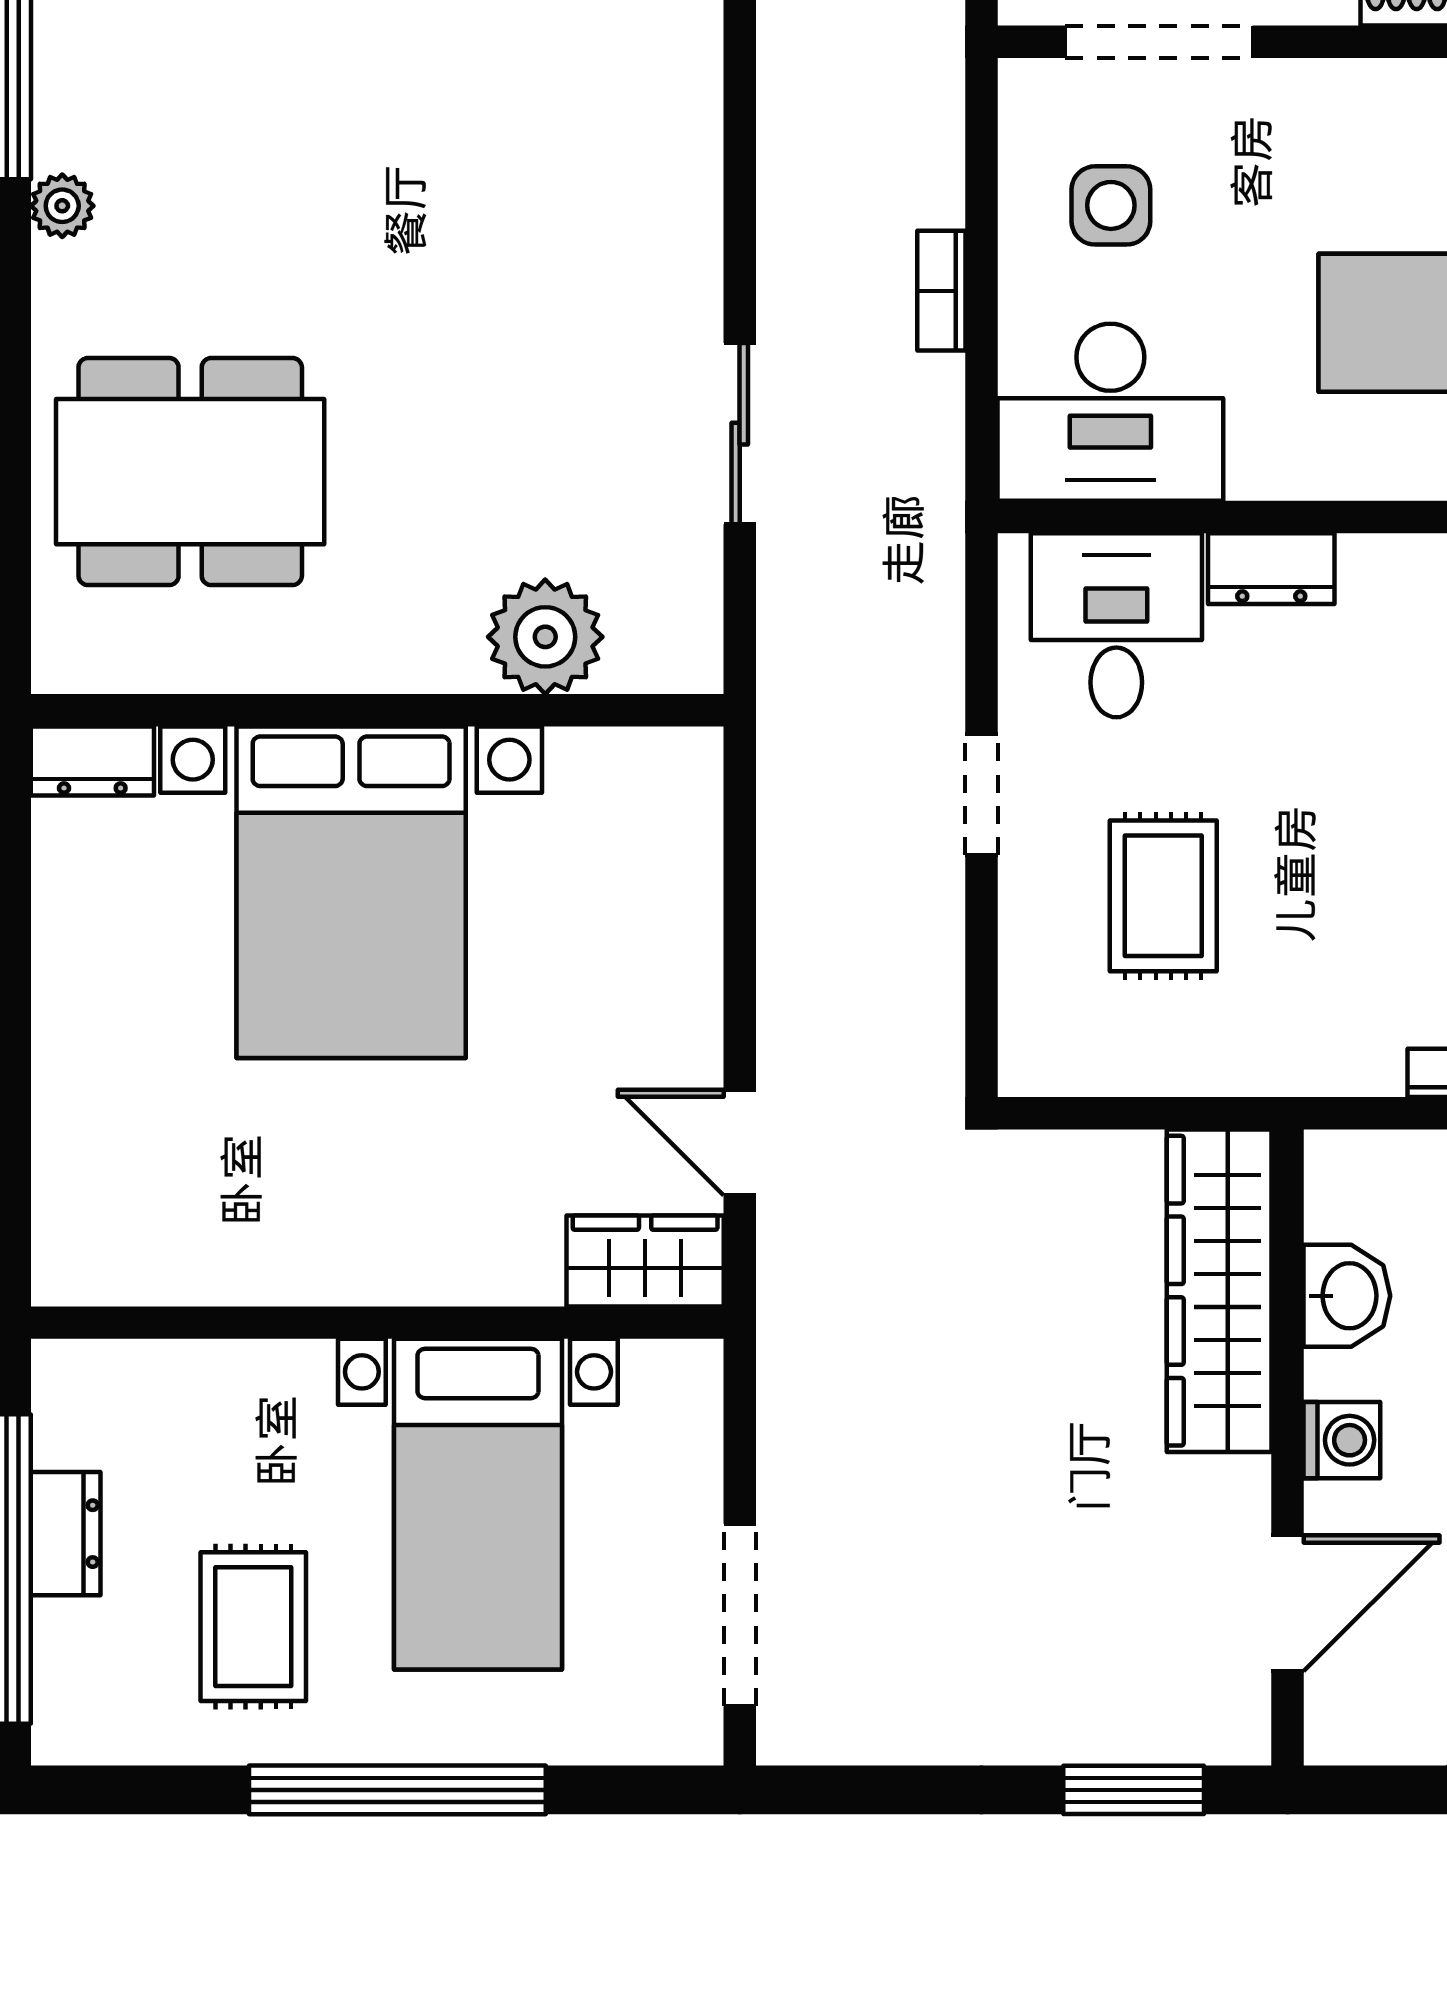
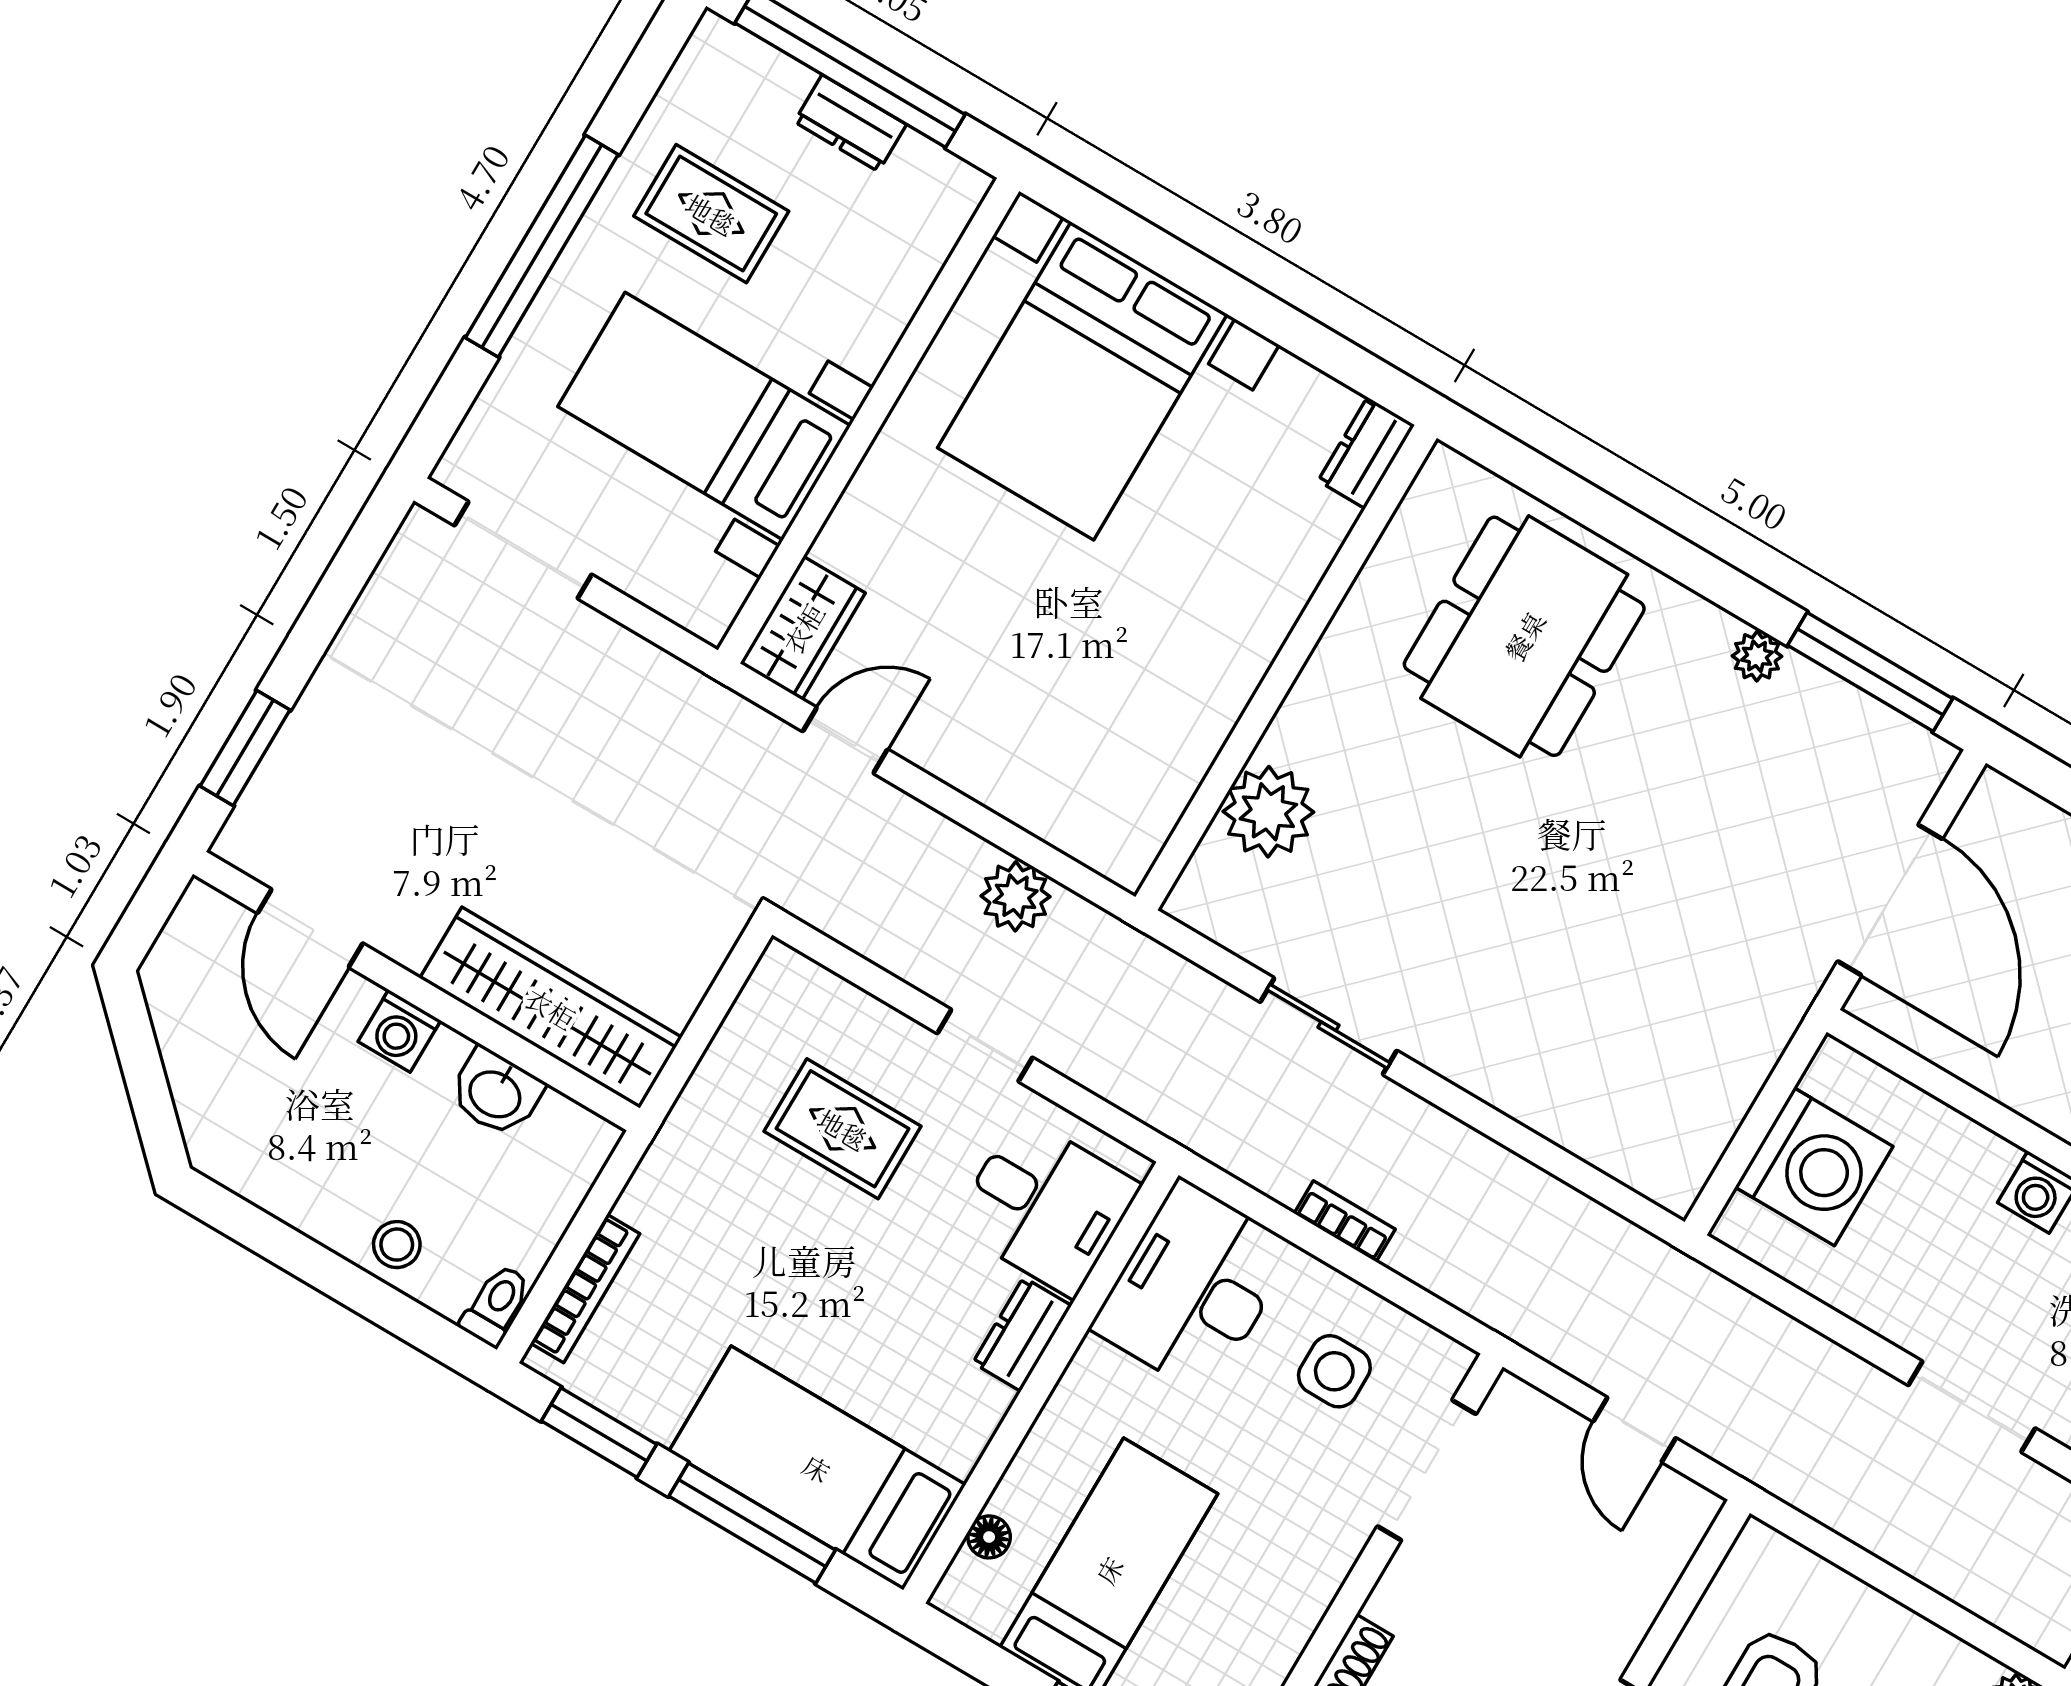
plant: (800, 857) -> (1015, 896), added
bed with nightstands: (351, 892) -> (1082, 381), moved, turned -90

